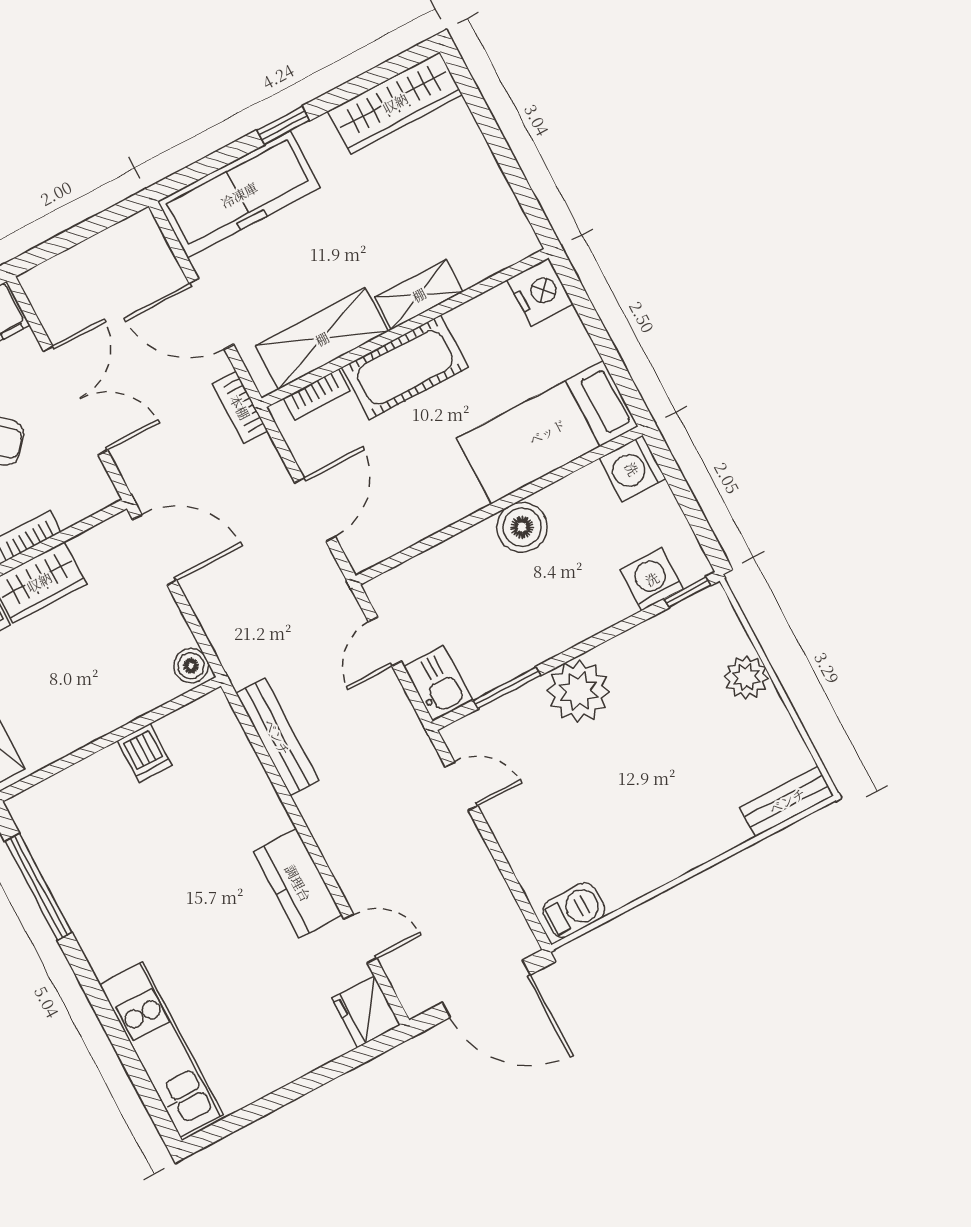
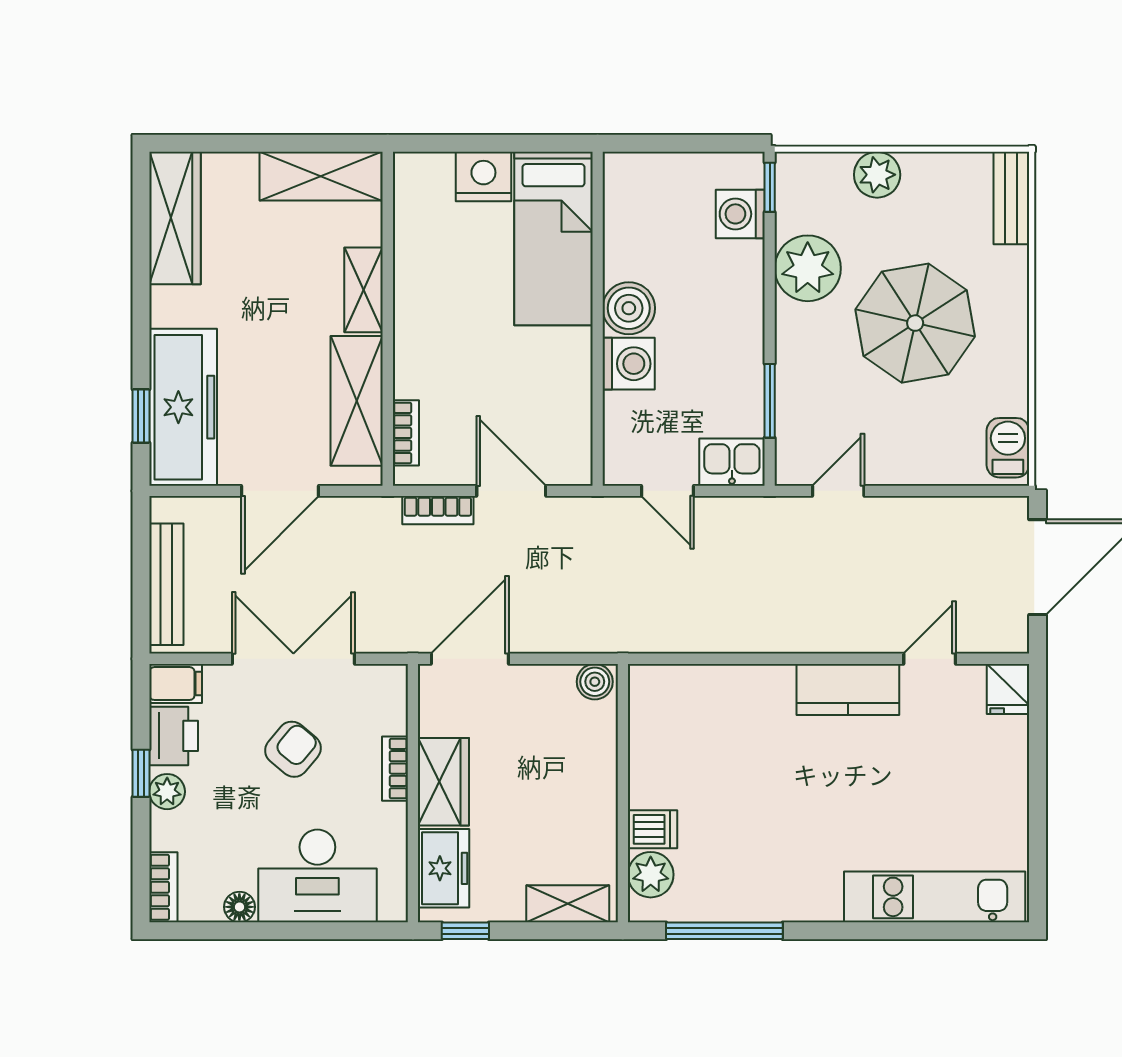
window: (283, 125) -> (141, 416), moved
shelving: (496, 207) -> (321, 176), added
nightstand: (540, 292) -> (483, 177), moved
cot: (405, 367) -> (424, 338), removed
bookcase: (240, 407) -> (438, 510), moved
washing machine: (632, 469) -> (629, 364), moved, turned -90
plant: (578, 691) -> (808, 268), moved
bench: (277, 737) -> (166, 584), moved, turned 90
dishwasher: (144, 753) -> (653, 829), moved
parasol: (638, 776) -> (915, 323), added
plant: (53, 799) -> (651, 875), added
fridge: (366, 1012) -> (1008, 689), width x0.72

